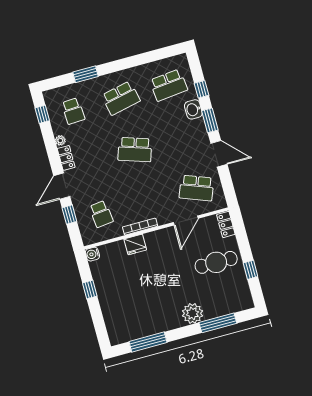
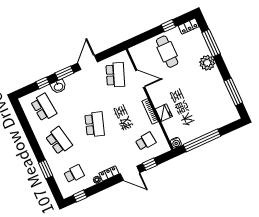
locker: (226, 224) -> (189, 26), moved
window: (90, 289) -> (202, 140), width x3.17

